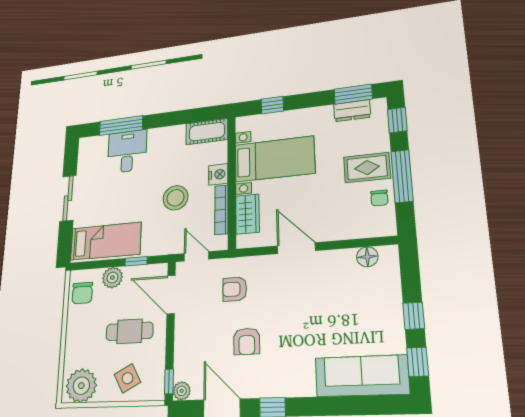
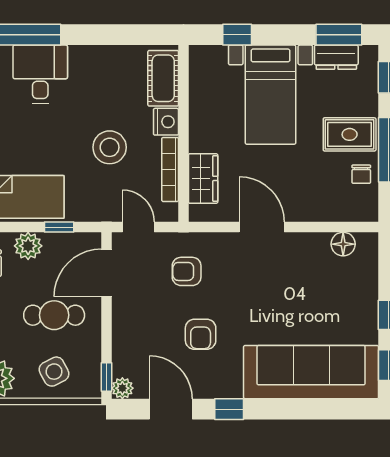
cot: (207, 132) -> (163, 78), moved, turned 90
bed with nightstands: (274, 159) -> (271, 95), moved, turned 90
door: (171, 295) -> (107, 273), hinge flipped
sofa: (362, 376) -> (311, 372), width x1.36, depth x1.27

